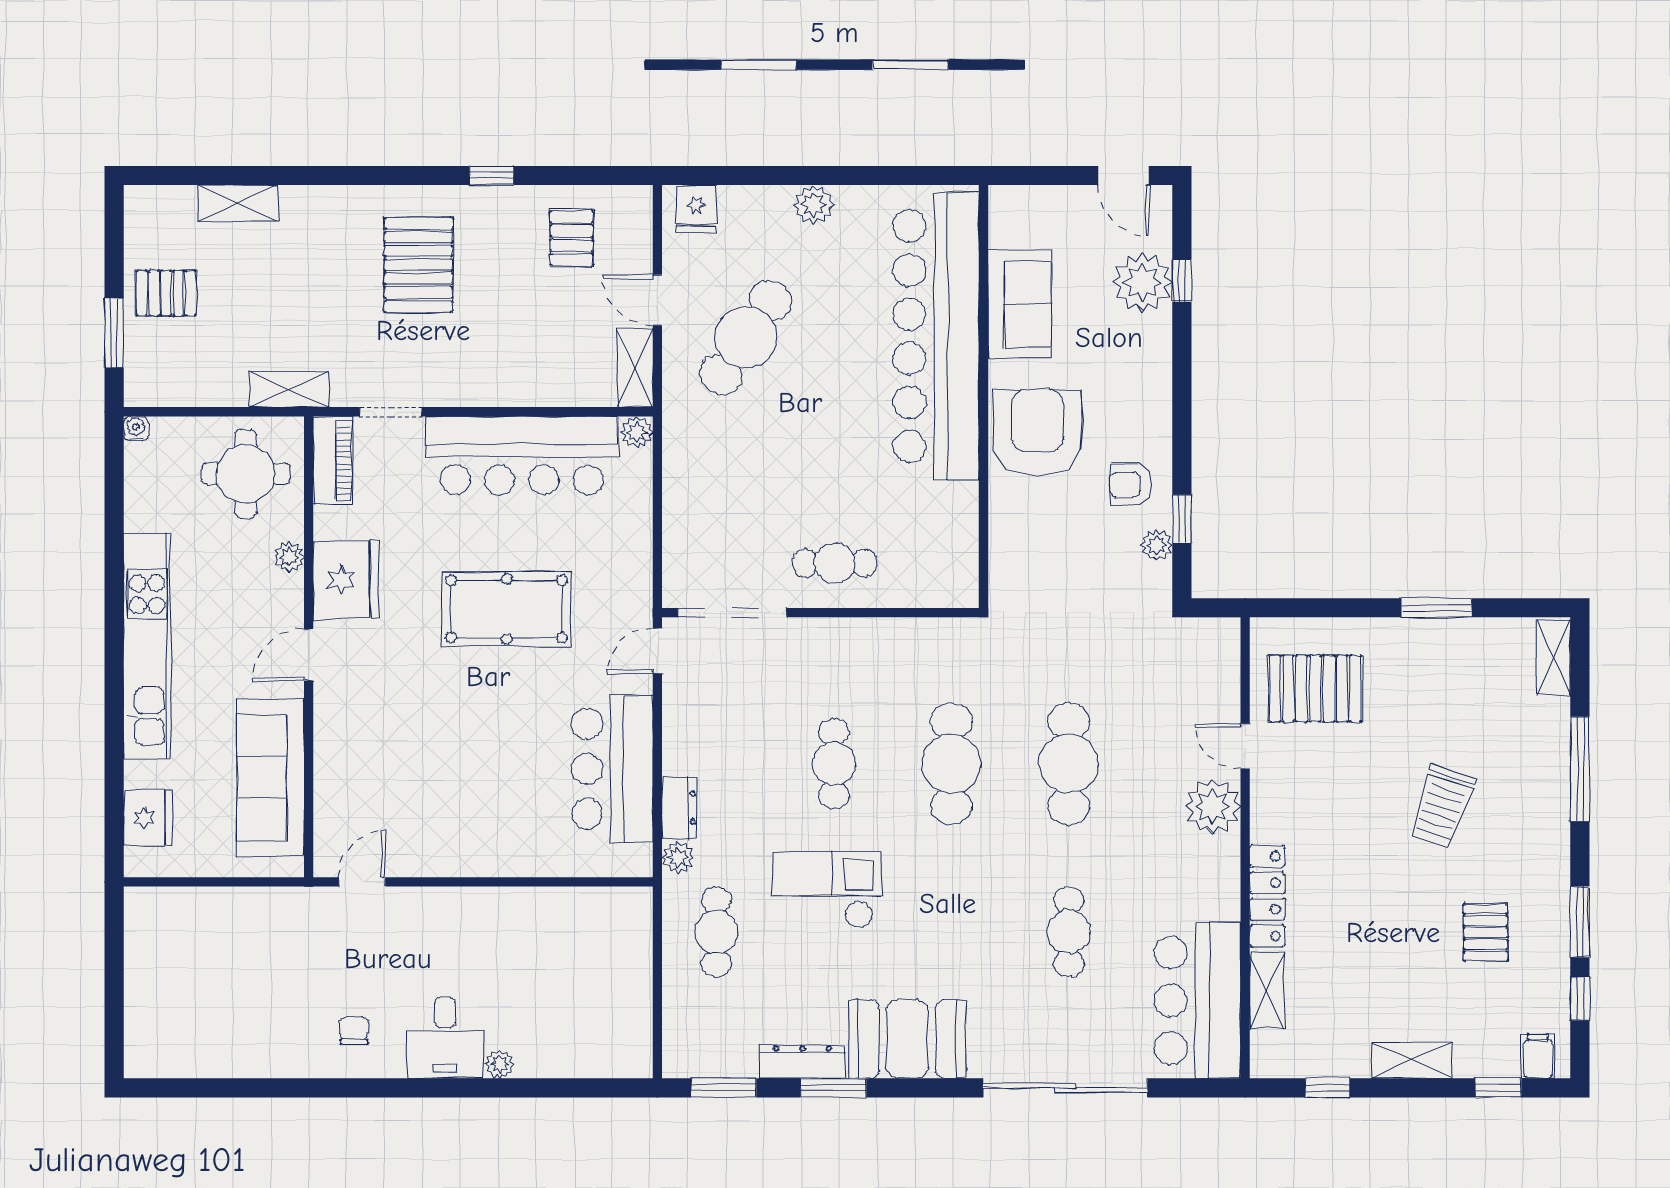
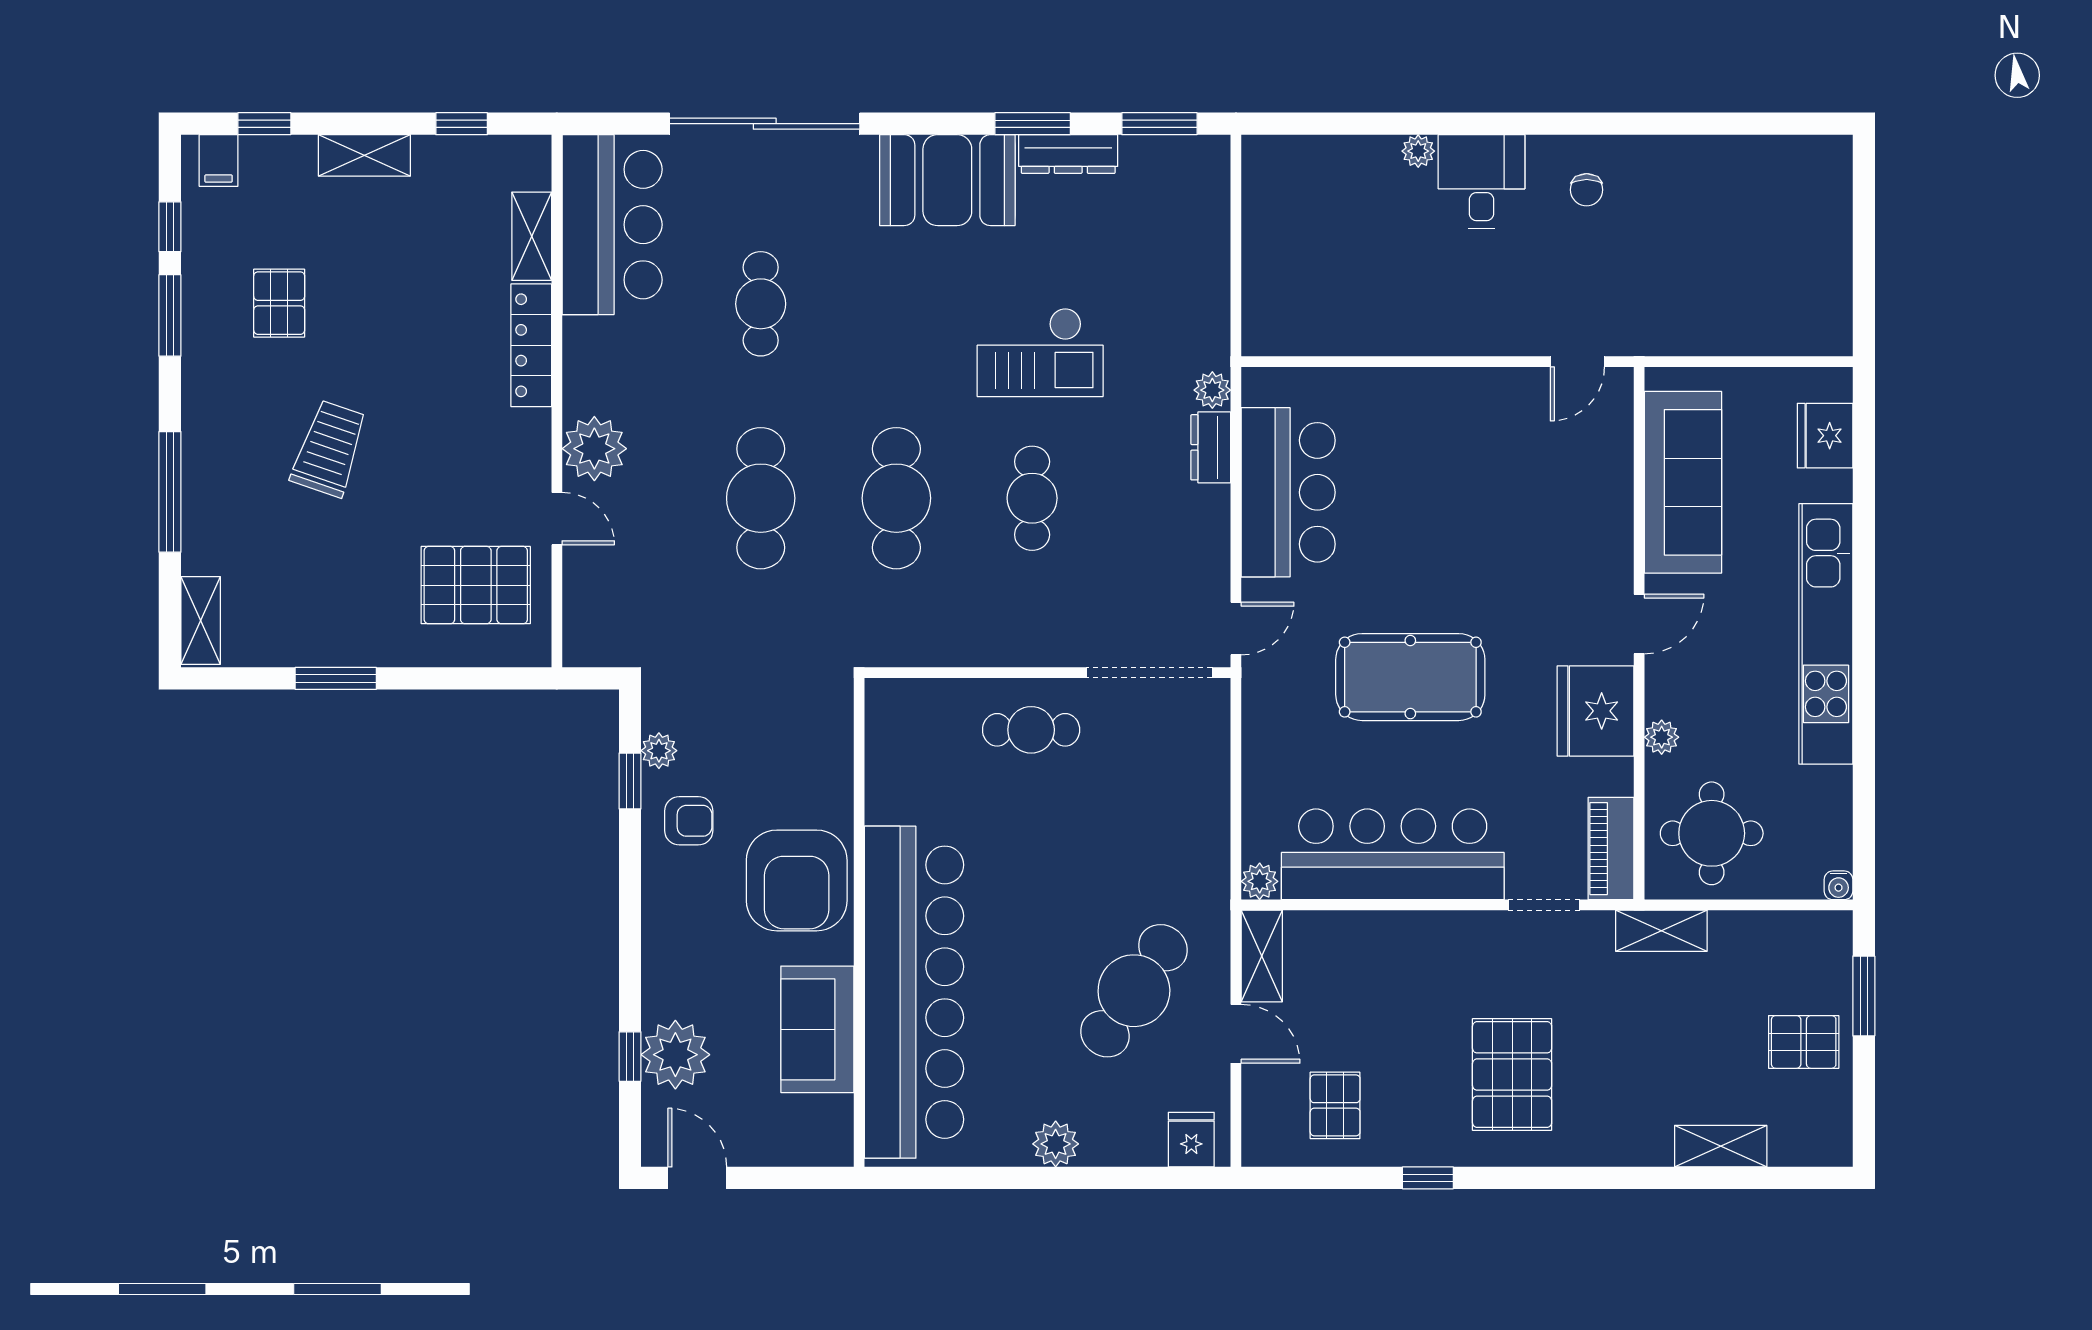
cafe table: (716, 932) -> (1168, 304), removed

